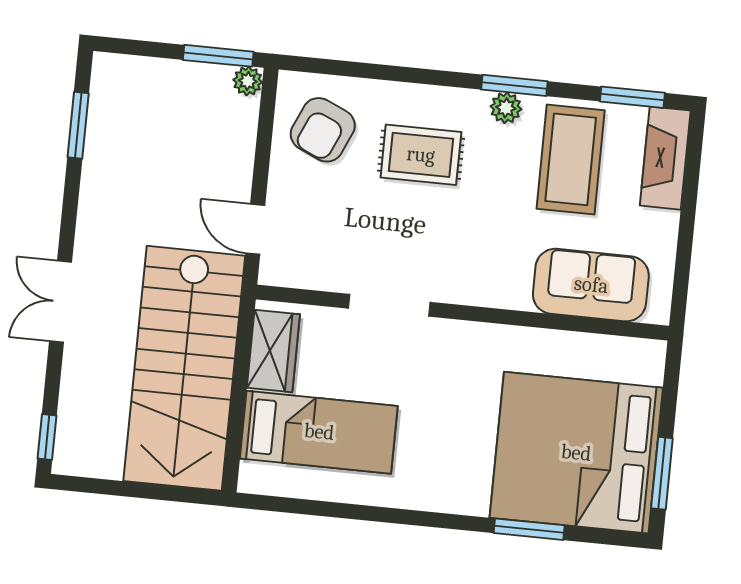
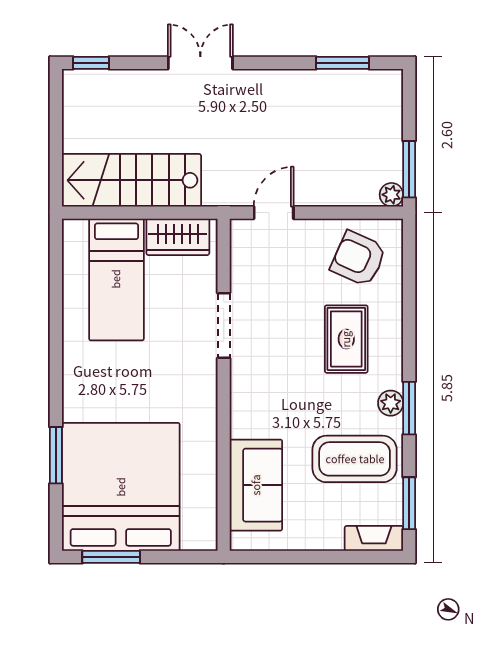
fireplace: (665, 158) -> (374, 538), width x0.73, depth x0.76
stairs: (184, 368) -> (131, 180), width x0.73, depth x0.66

